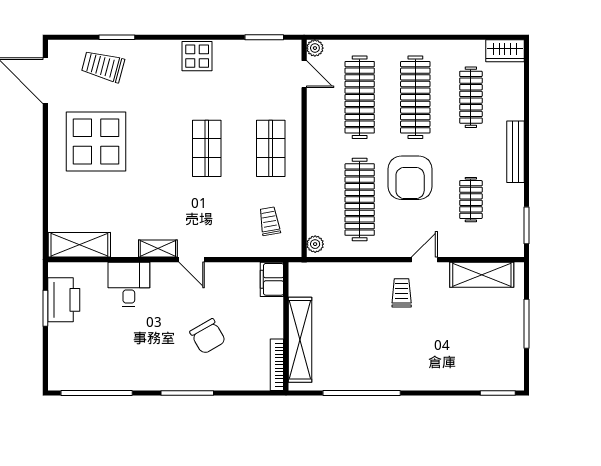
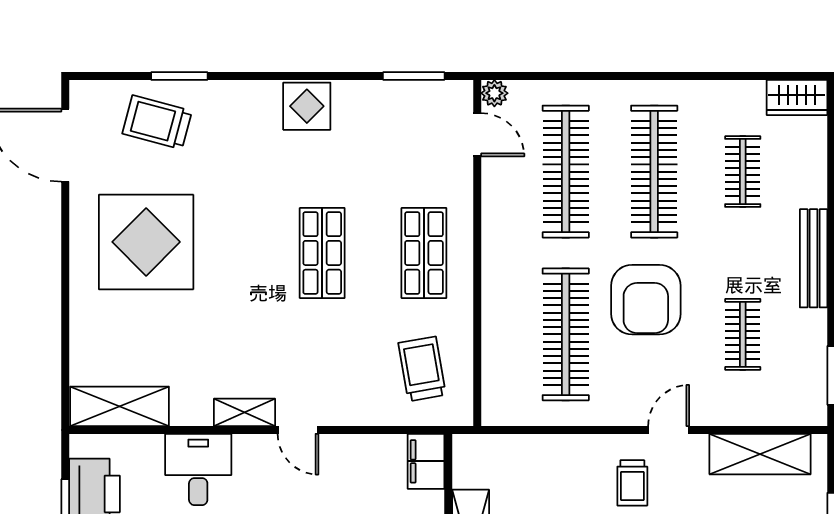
clothes rail: (471, 97) -> (743, 172), width x0.73
trolley: (269, 221) -> (422, 369), width x1.36, depth x1.39
plant: (315, 244) -> (495, 405), removed
trolley: (402, 293) -> (632, 483), turned 180

